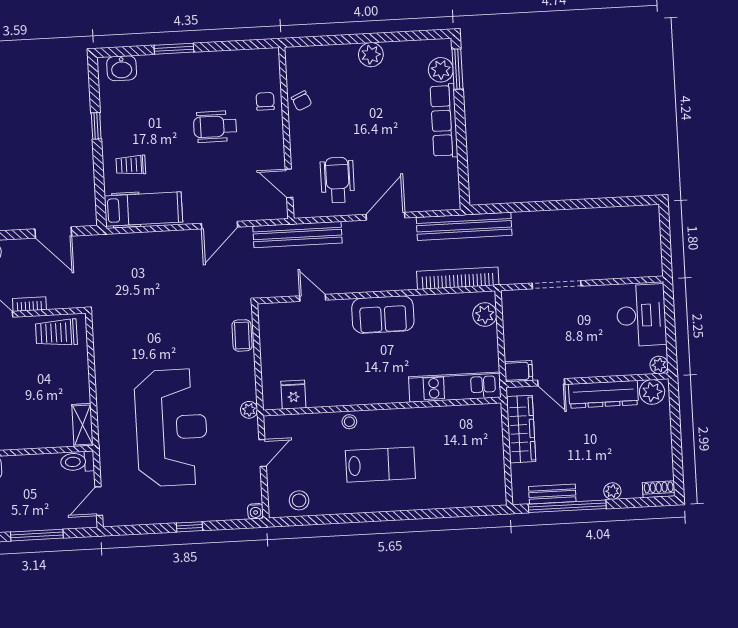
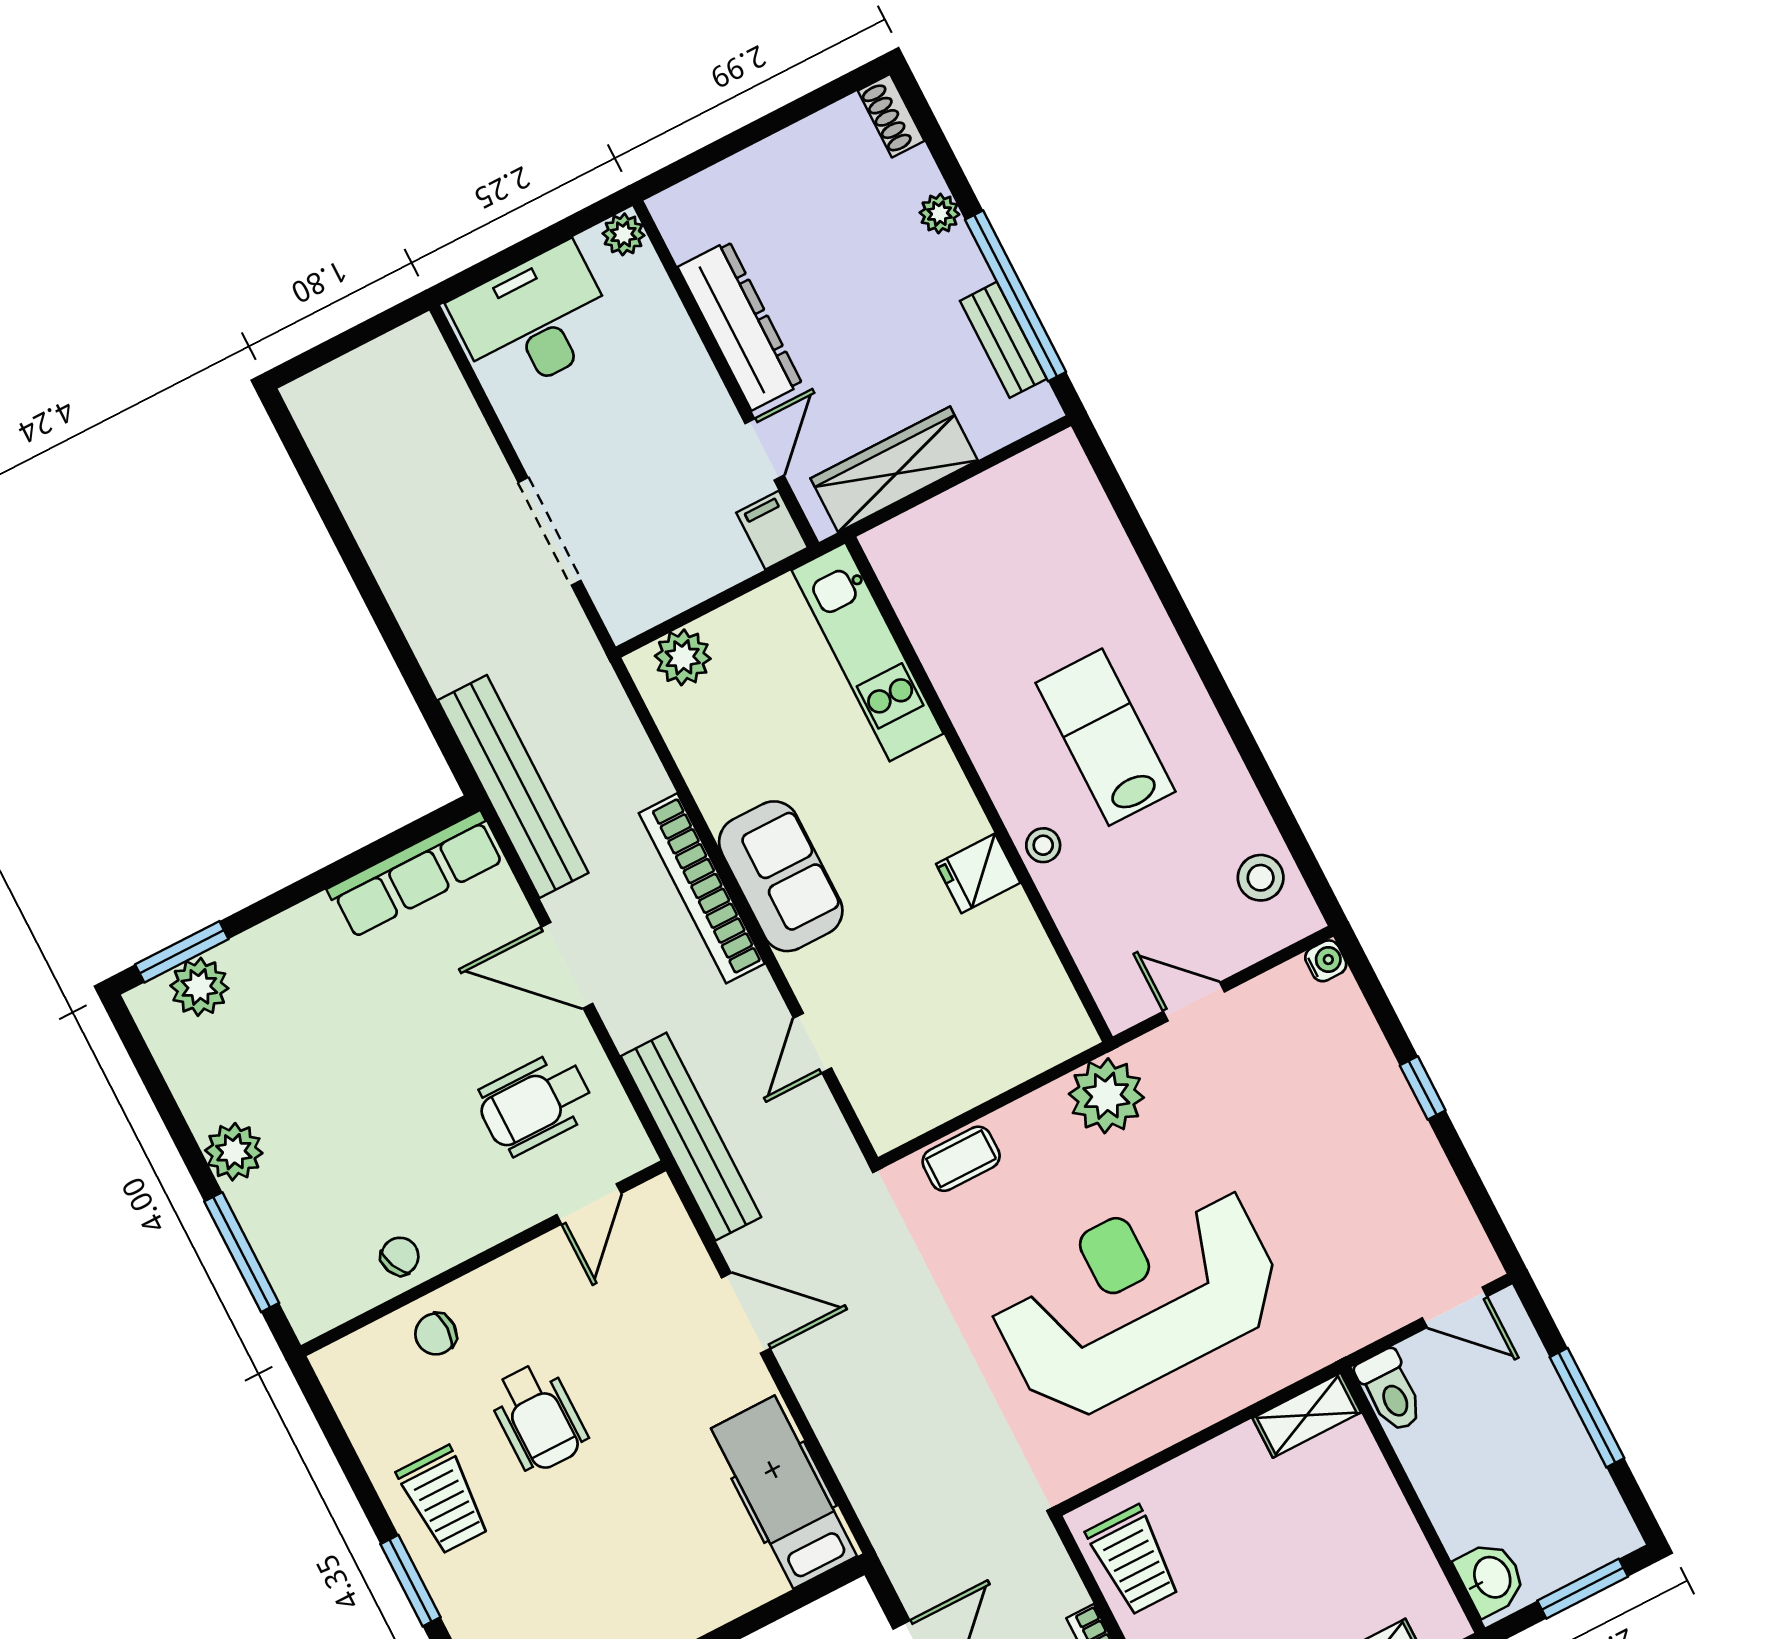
window: (331, 40) -> (242, 1252), added
row of seats: (444, 121) -> (416, 874), moved
trolley: (131, 165) -> (444, 1500), moved, width x1.36, depth x1.39
bookcase: (458, 278) -> (702, 888), moved
plant: (652, 392) -> (688, 224), removed
fridge: (293, 395) -> (978, 873), moved
plant: (249, 410) -> (1106, 1096), width x1.87, depth x1.87
reception desk: (171, 428) -> (1136, 1298), moved

